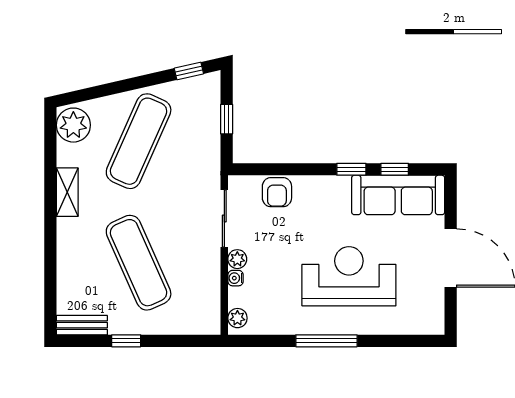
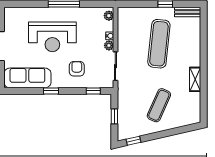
plant: (73, 125) -> (192, 113), removed
exercise mat: (139, 141) -> (159, 105), width x0.73, depth x0.69
window: (395, 169) -> (93, 91), moved
armchair: (277, 192) -> (77, 69), moved
exercise mat: (139, 263) -> (159, 44), turned 30

